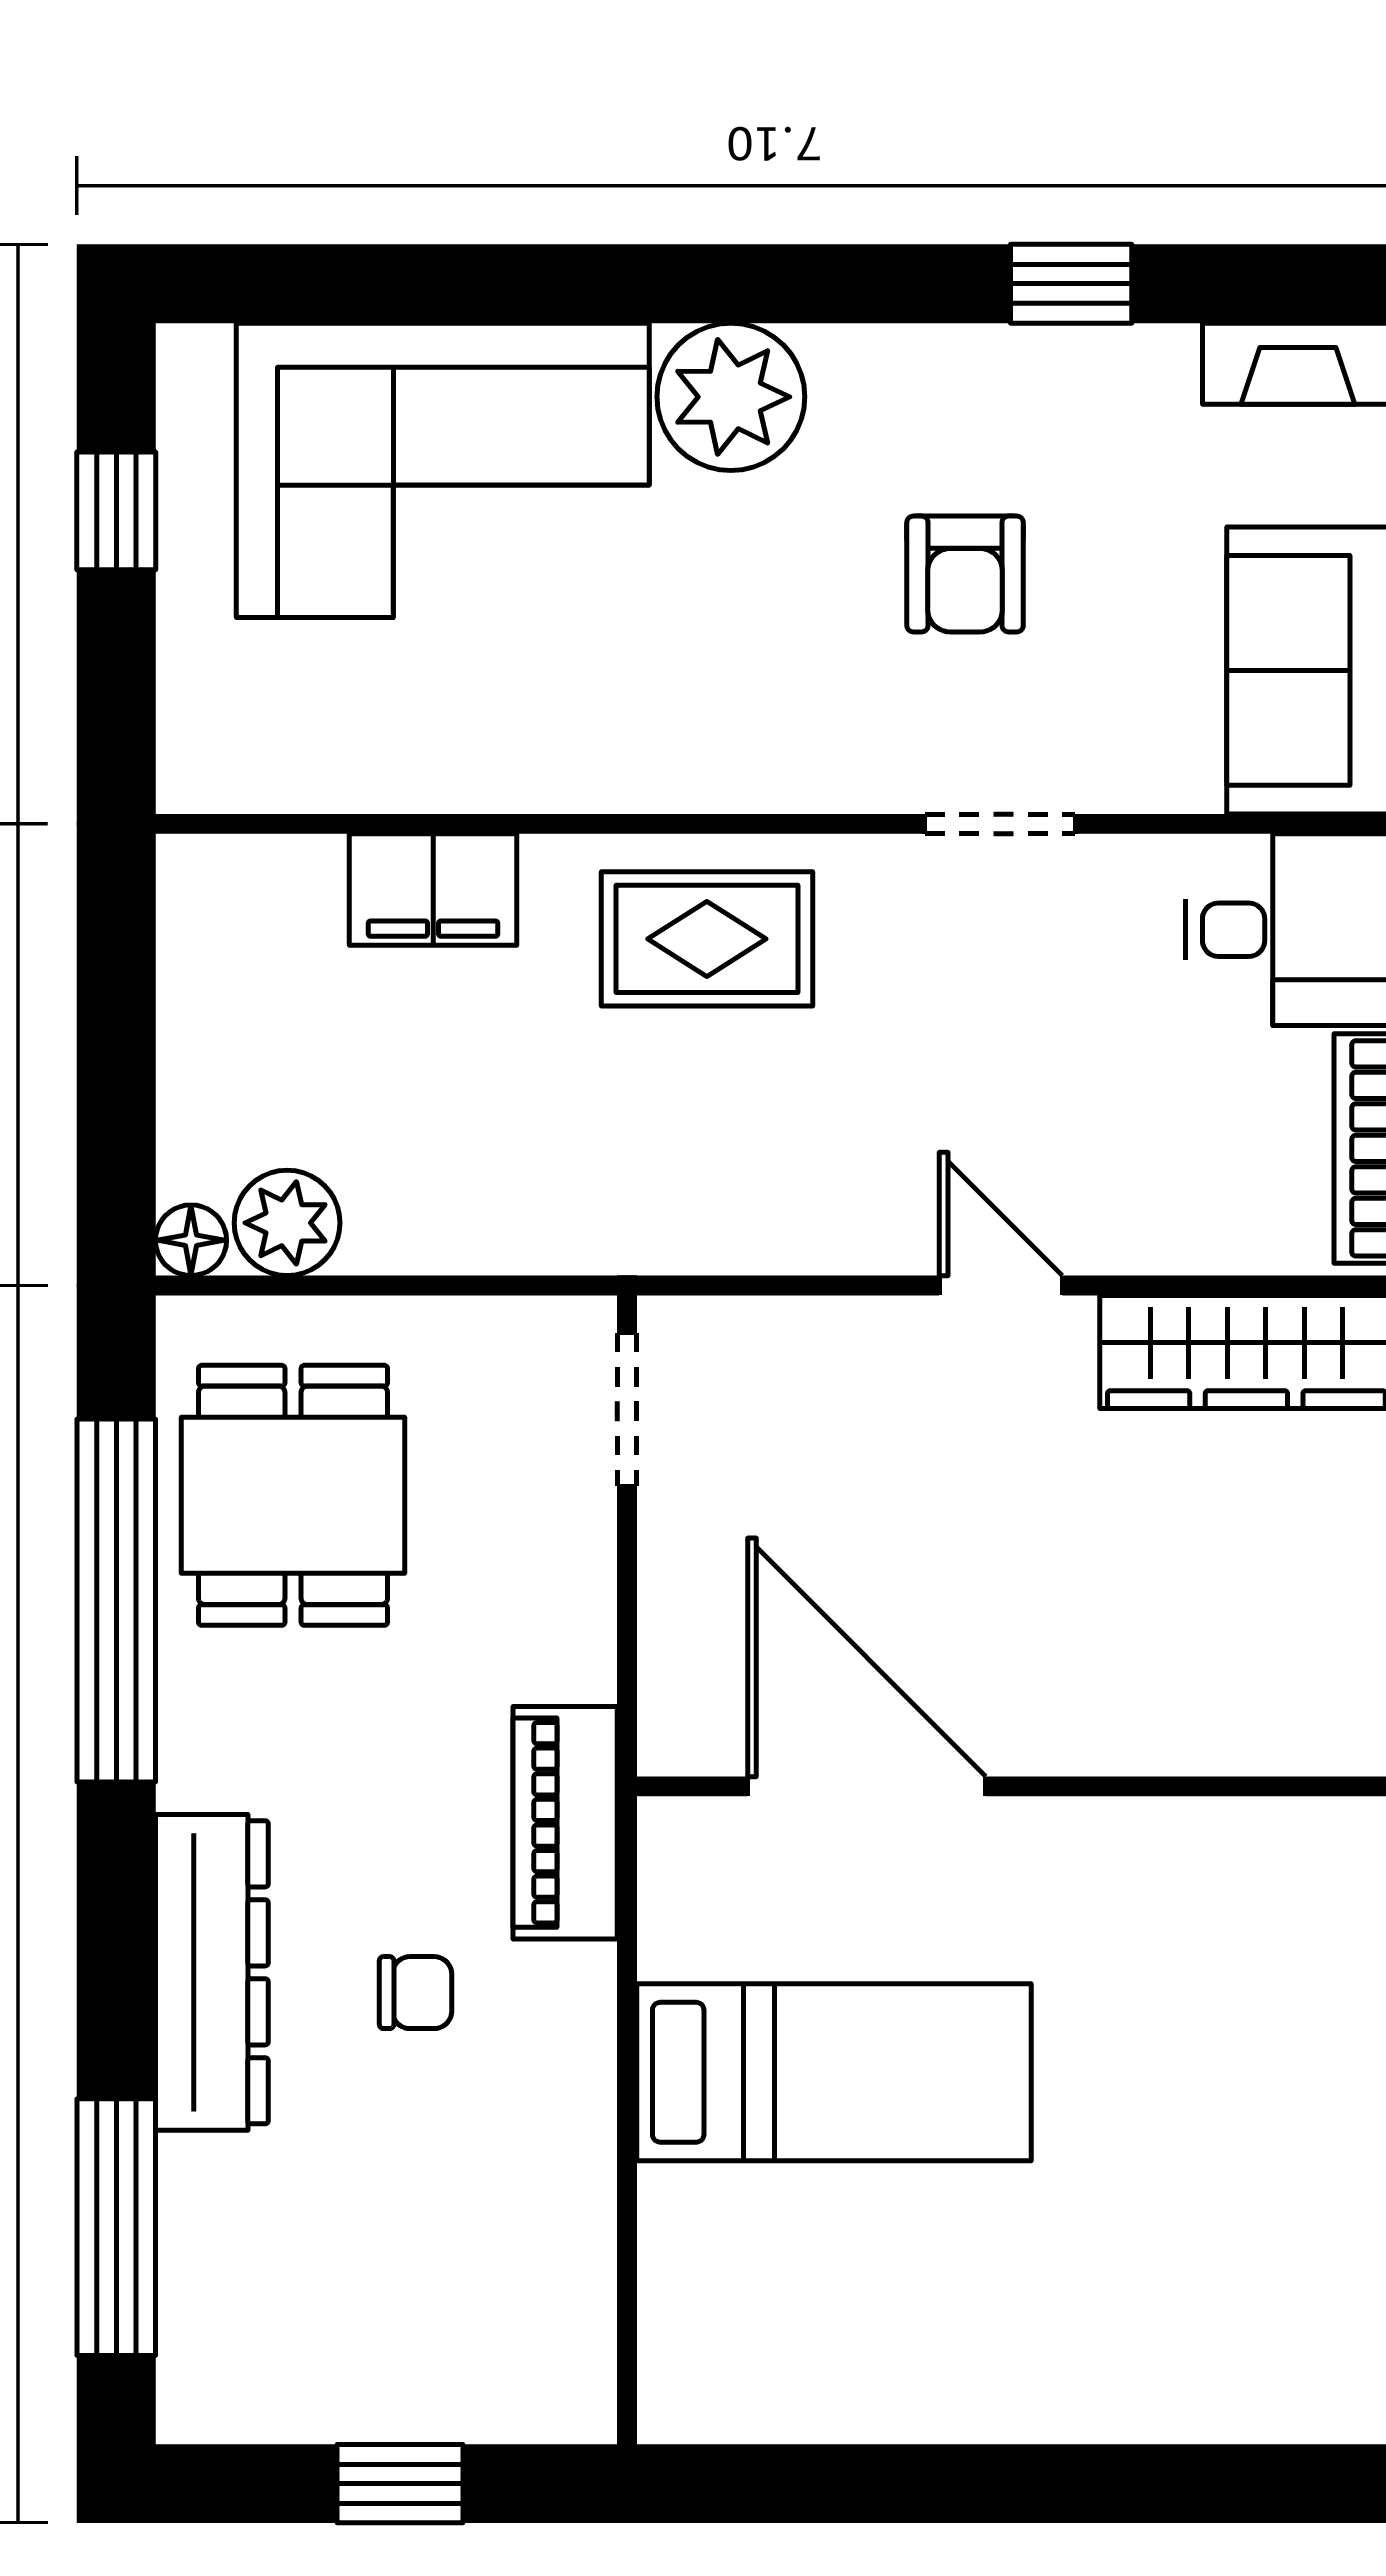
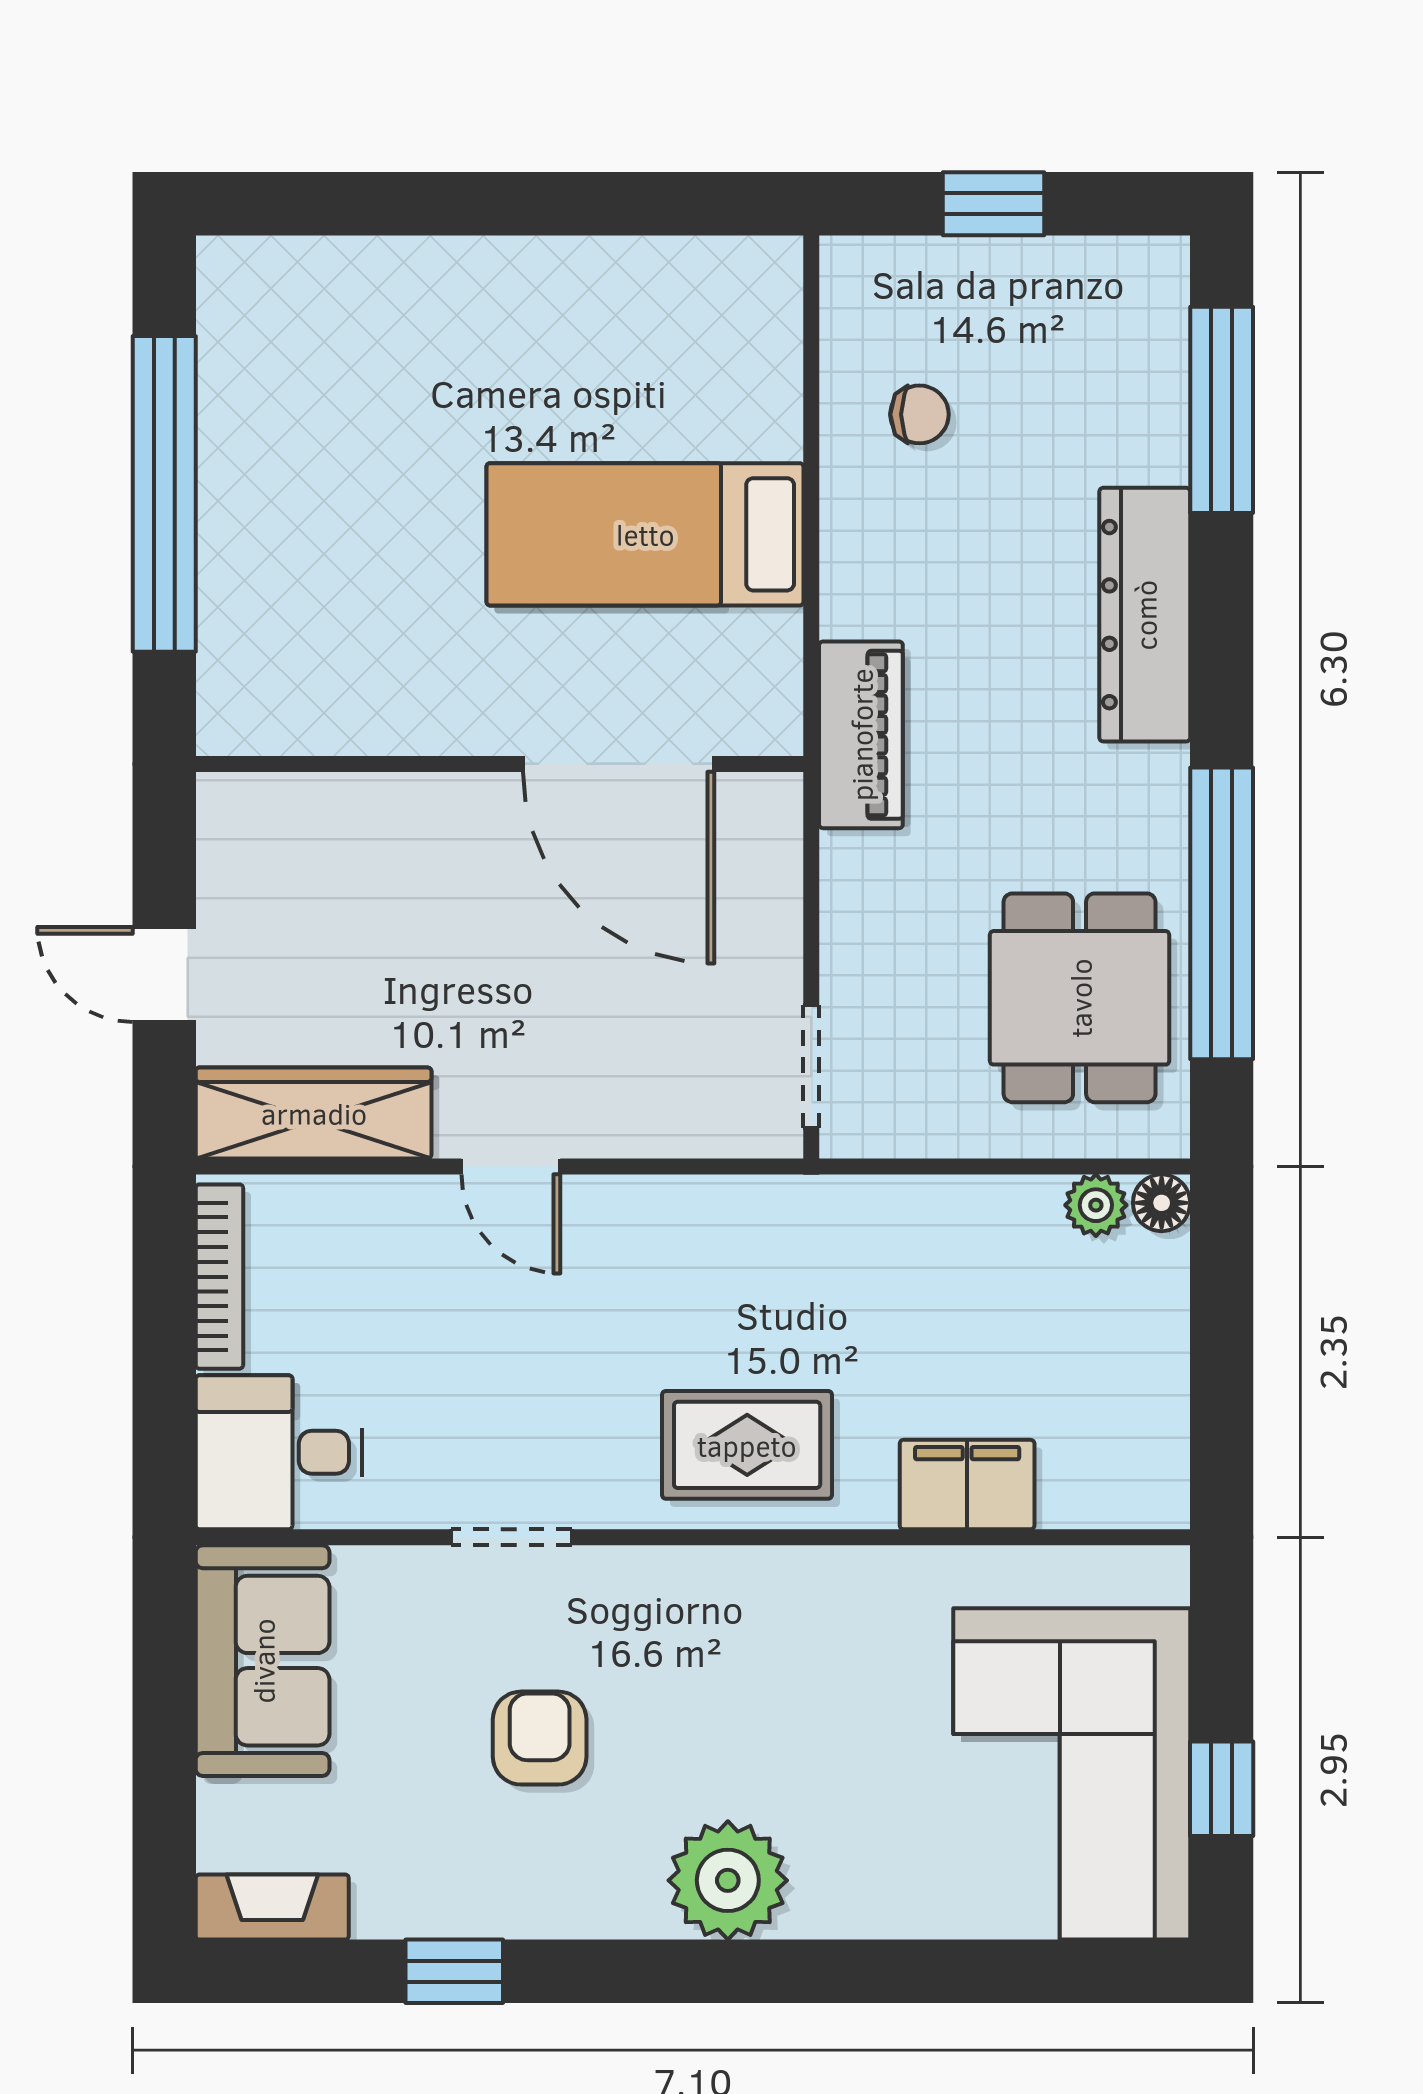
corner sofa: (443, 470) -> (1072, 1774), moved, turned -90
plant: (287, 1223) -> (1096, 1205), width x0.73, depth x0.73
chair: (415, 1993) -> (920, 414), moved, turned 180

